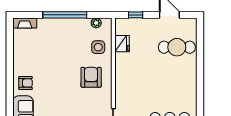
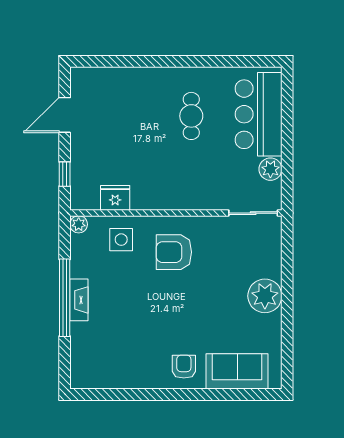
fireplace: (25, 23) -> (79, 300), moved
plant: (96, 23) -> (79, 224), moved
cafe table: (177, 47) -> (191, 116), moved, width x0.73, depth x0.74

